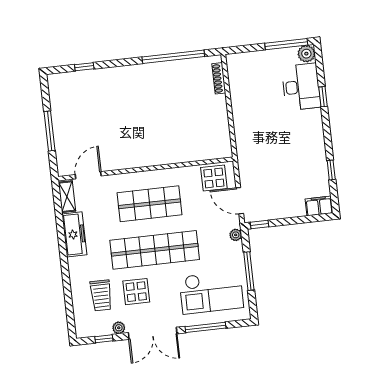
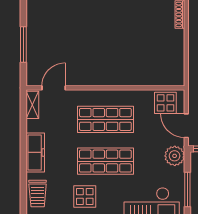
freezer: (74, 234) -> (35, 152), moved
plant: (236, 235) -> (175, 156), width x1.88, depth x1.88
shop shelf: (155, 250) -> (105, 161), width x0.71
trolley: (101, 295) -> (38, 193), moved

